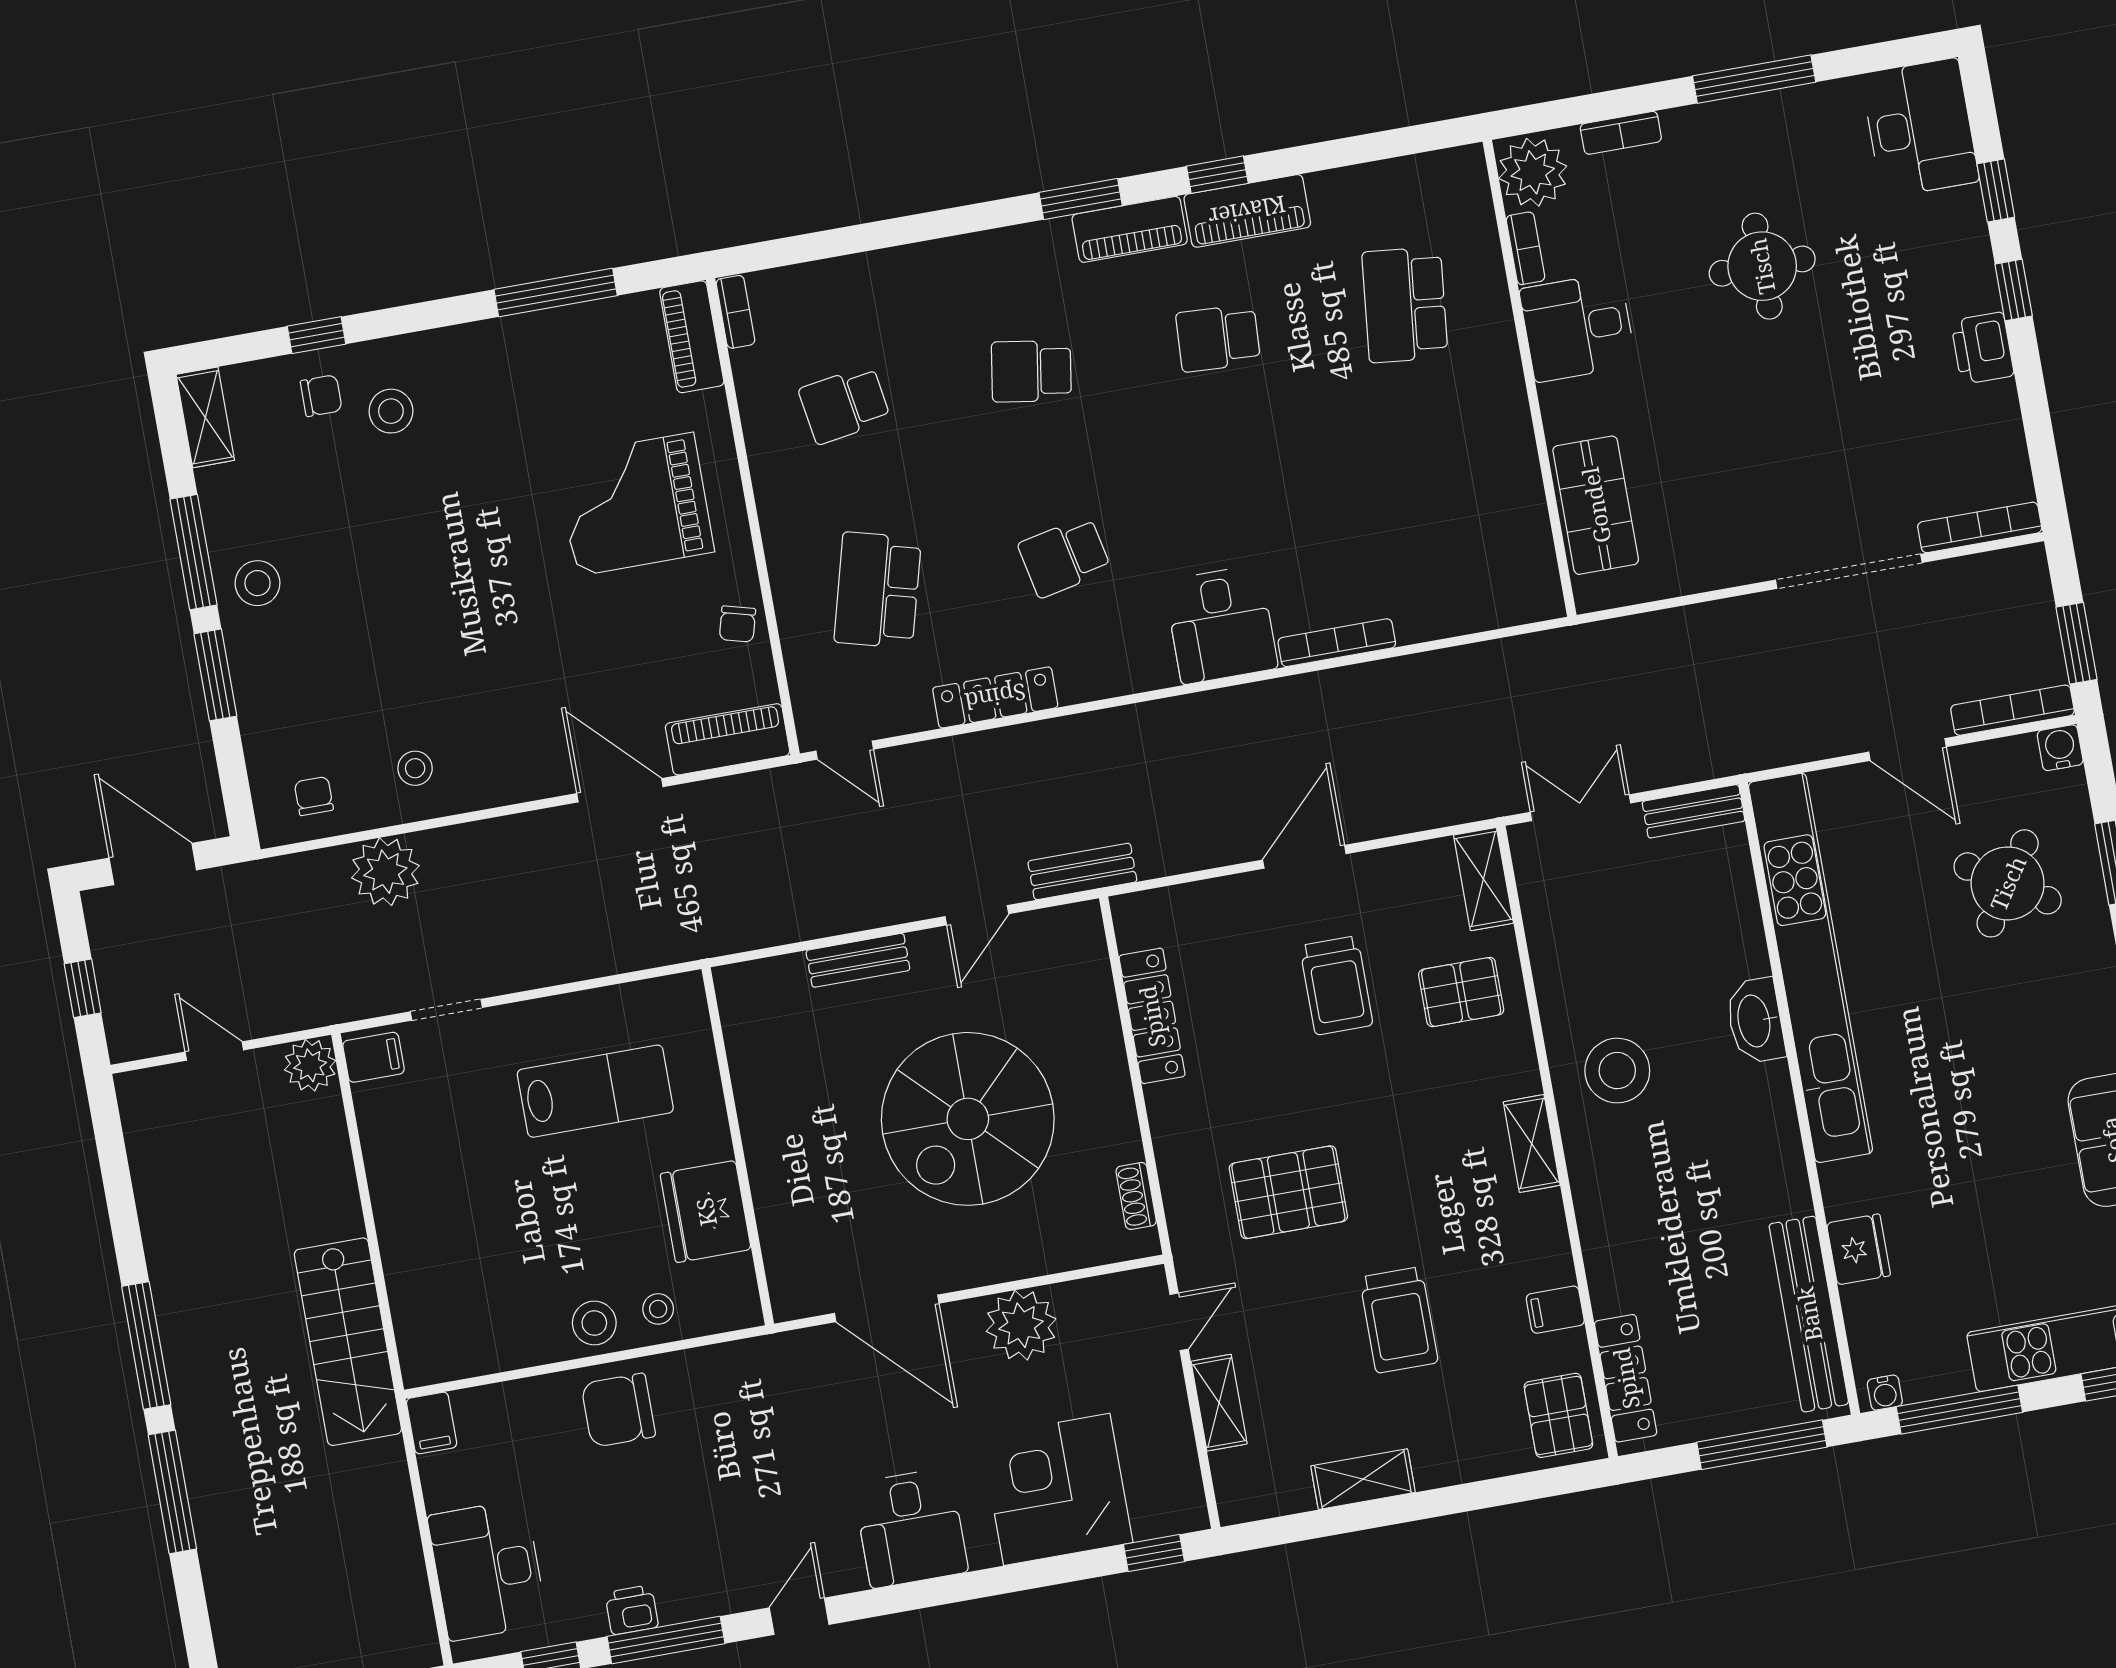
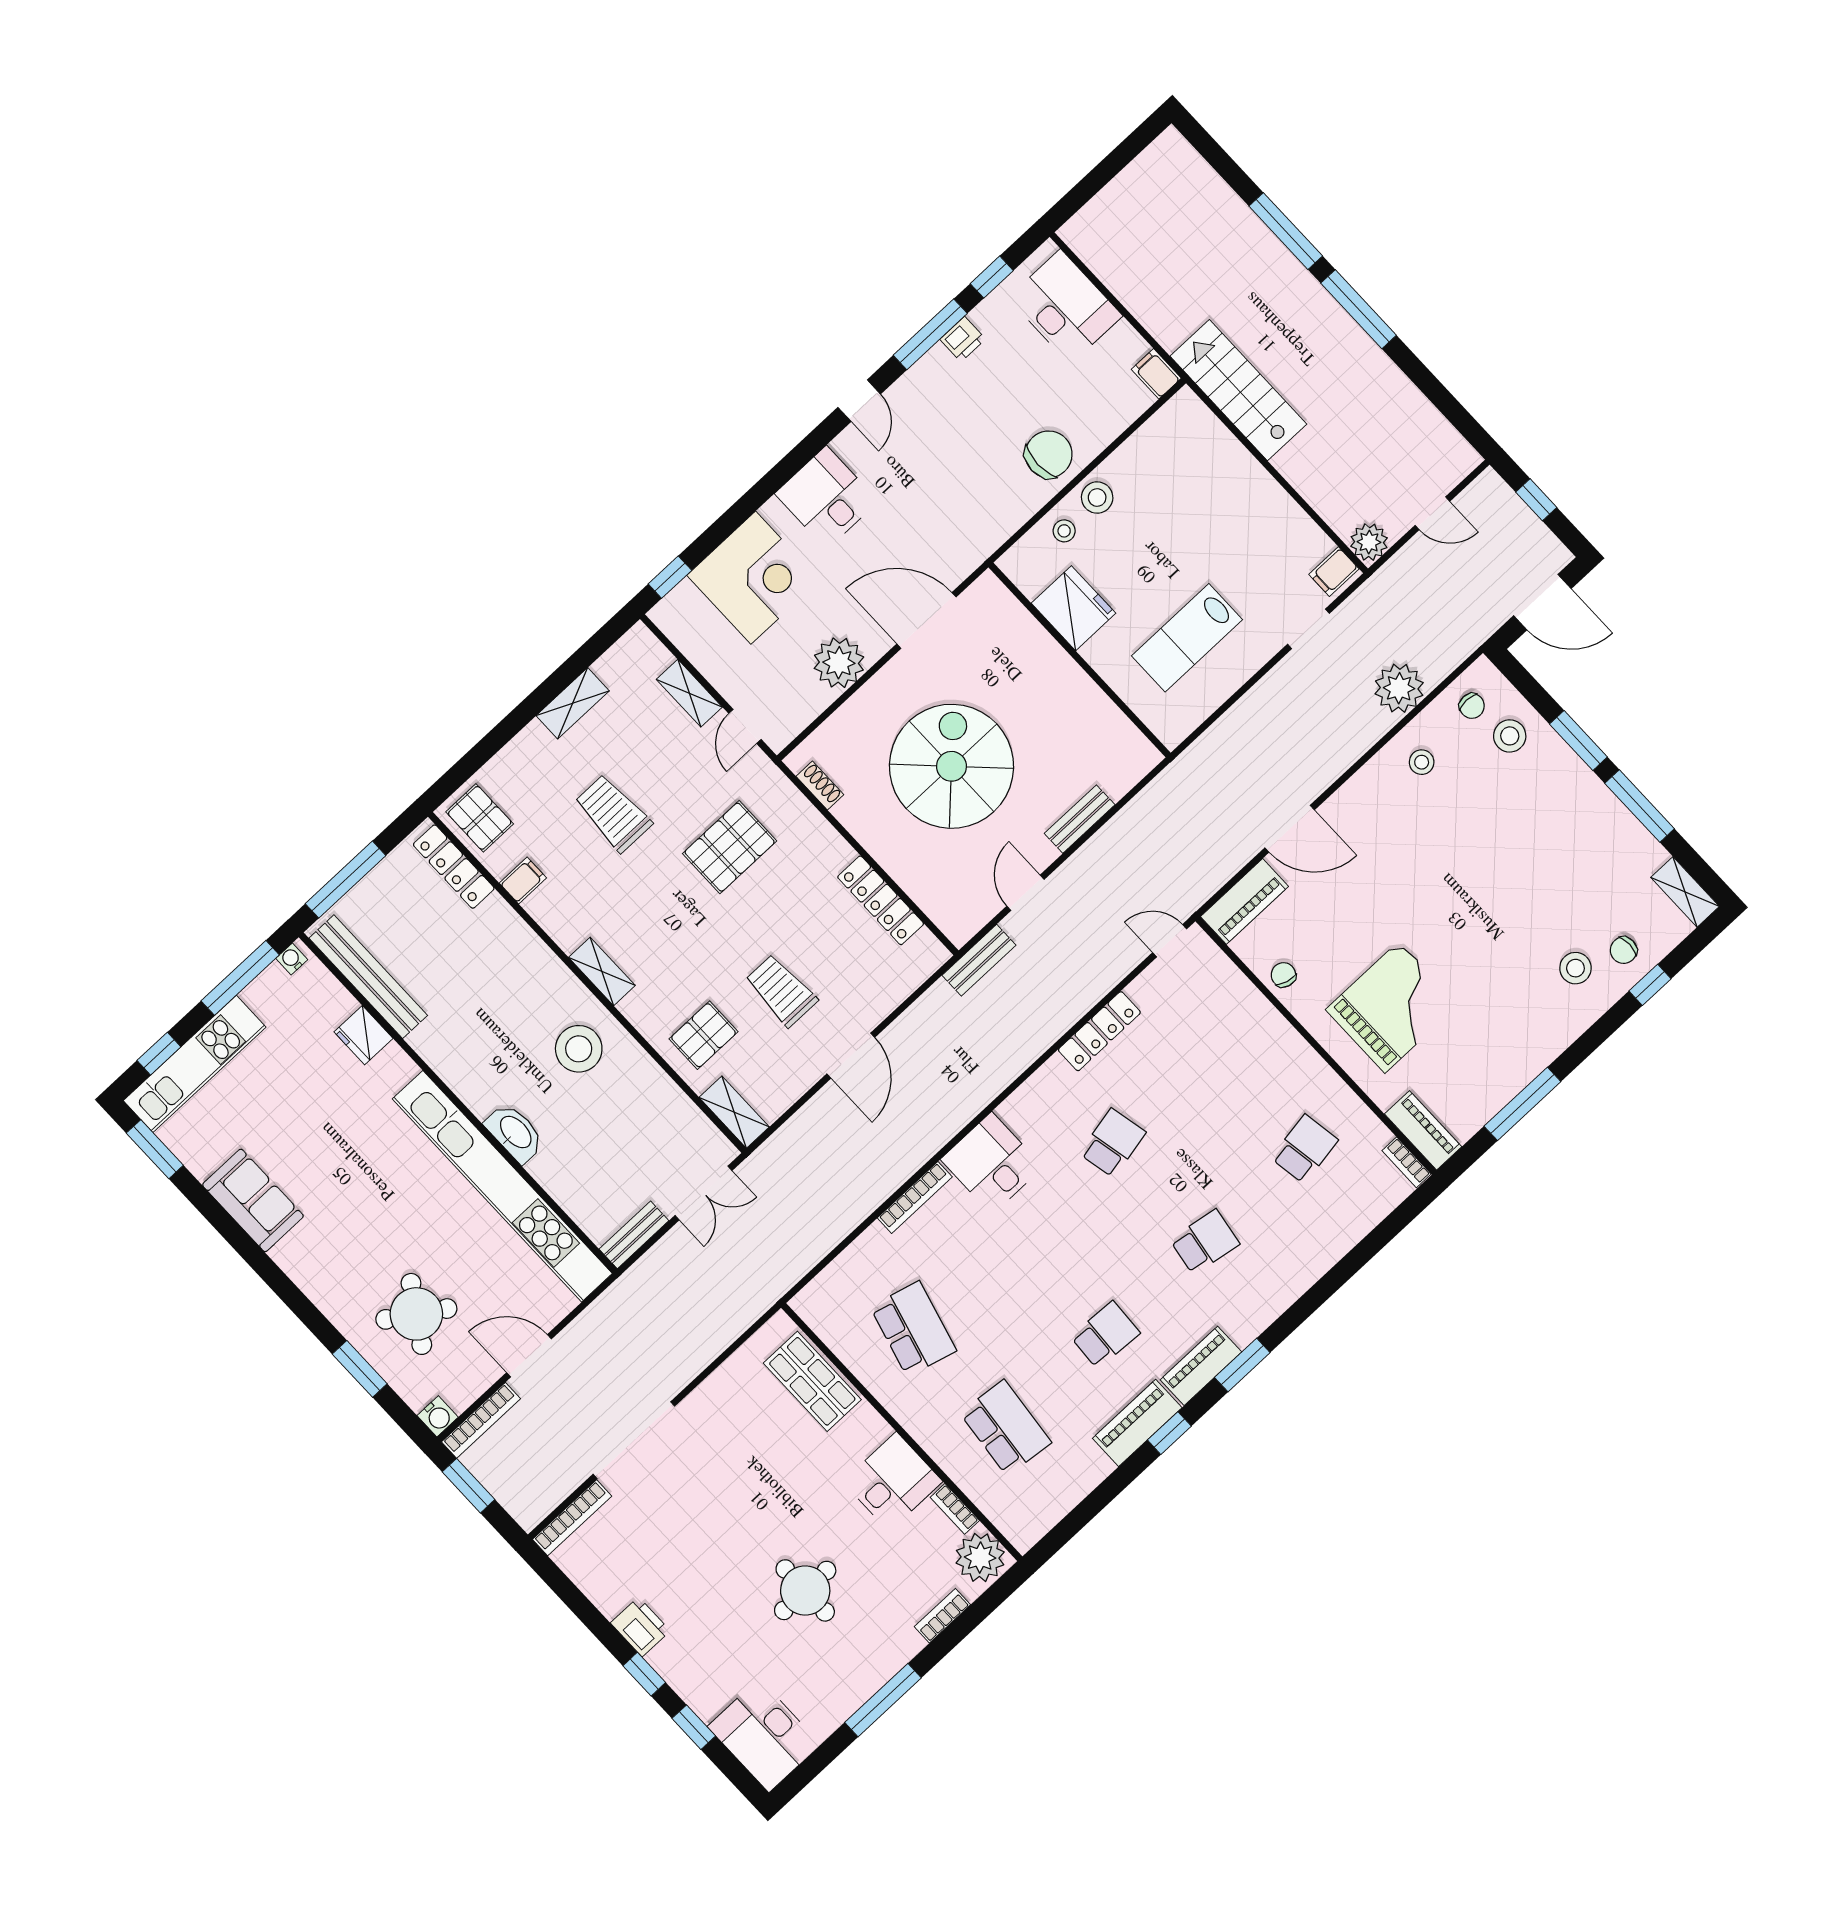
stool: (258, 583) -> (1510, 736), moved
school desk: (878, 590) -> (913, 1329), moved

